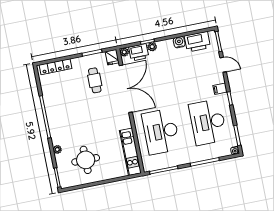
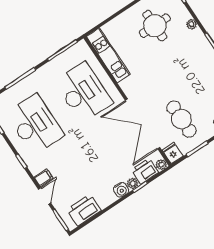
water cooler: (179, 42) -> (121, 190), moved
door: (223, 65) -> (45, 196), swing flipped
cafe table: (95, 80) -> (181, 119), width x1.37, depth x1.35
filing cabinet: (220, 89) -> (44, 178), moved

